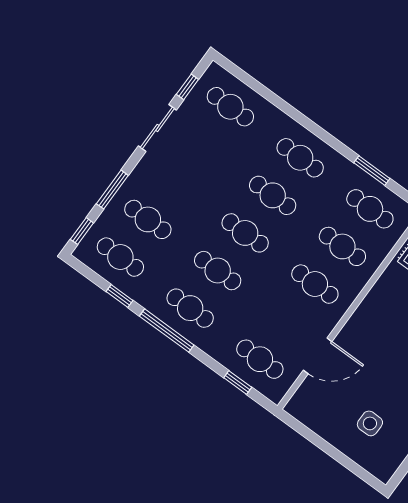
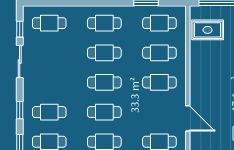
window: (112, 190) -> (20, 110), width x0.67
door: (318, 356) -> (188, 118), hinge flipped

